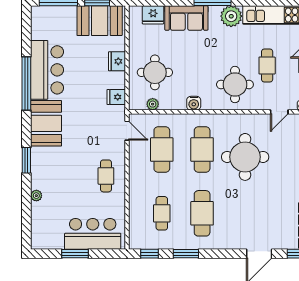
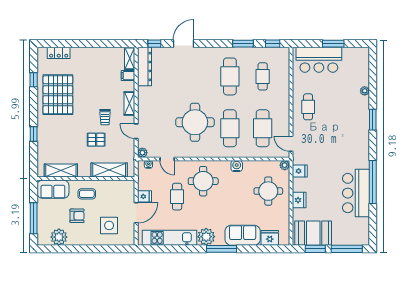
plant: (153, 104) -> (285, 165), moved
door: (279, 112) -> (167, 159), swing flipped
booth: (46, 123) -> (357, 150), removed

